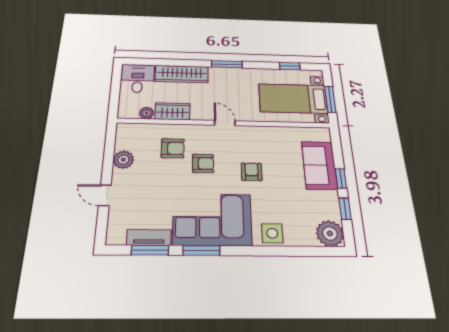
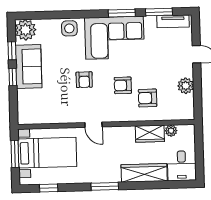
door: (225, 123) -> (93, 125), moved
sofa: (319, 165) -> (29, 66), moved
tv unit: (149, 237) -> (173, 21), moved

